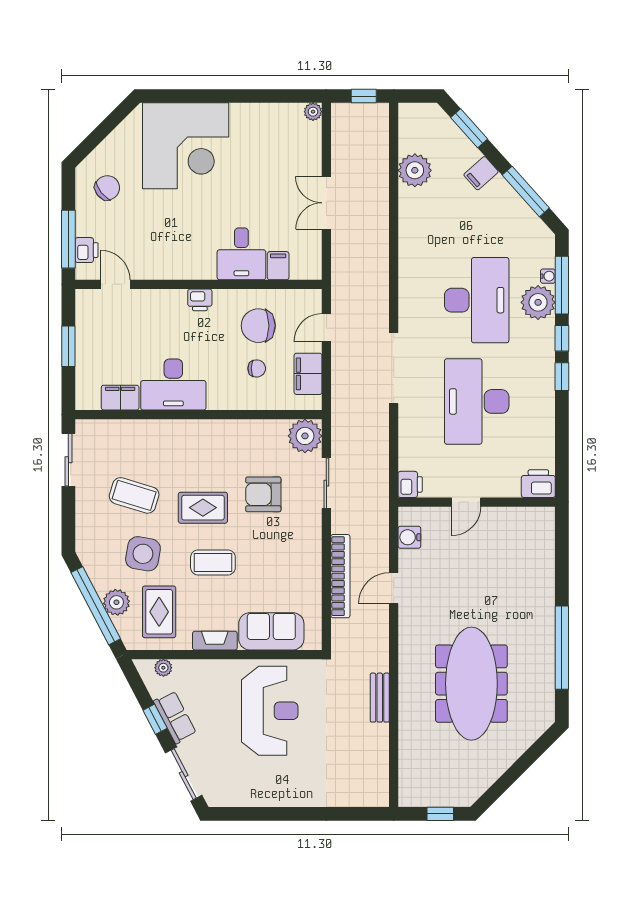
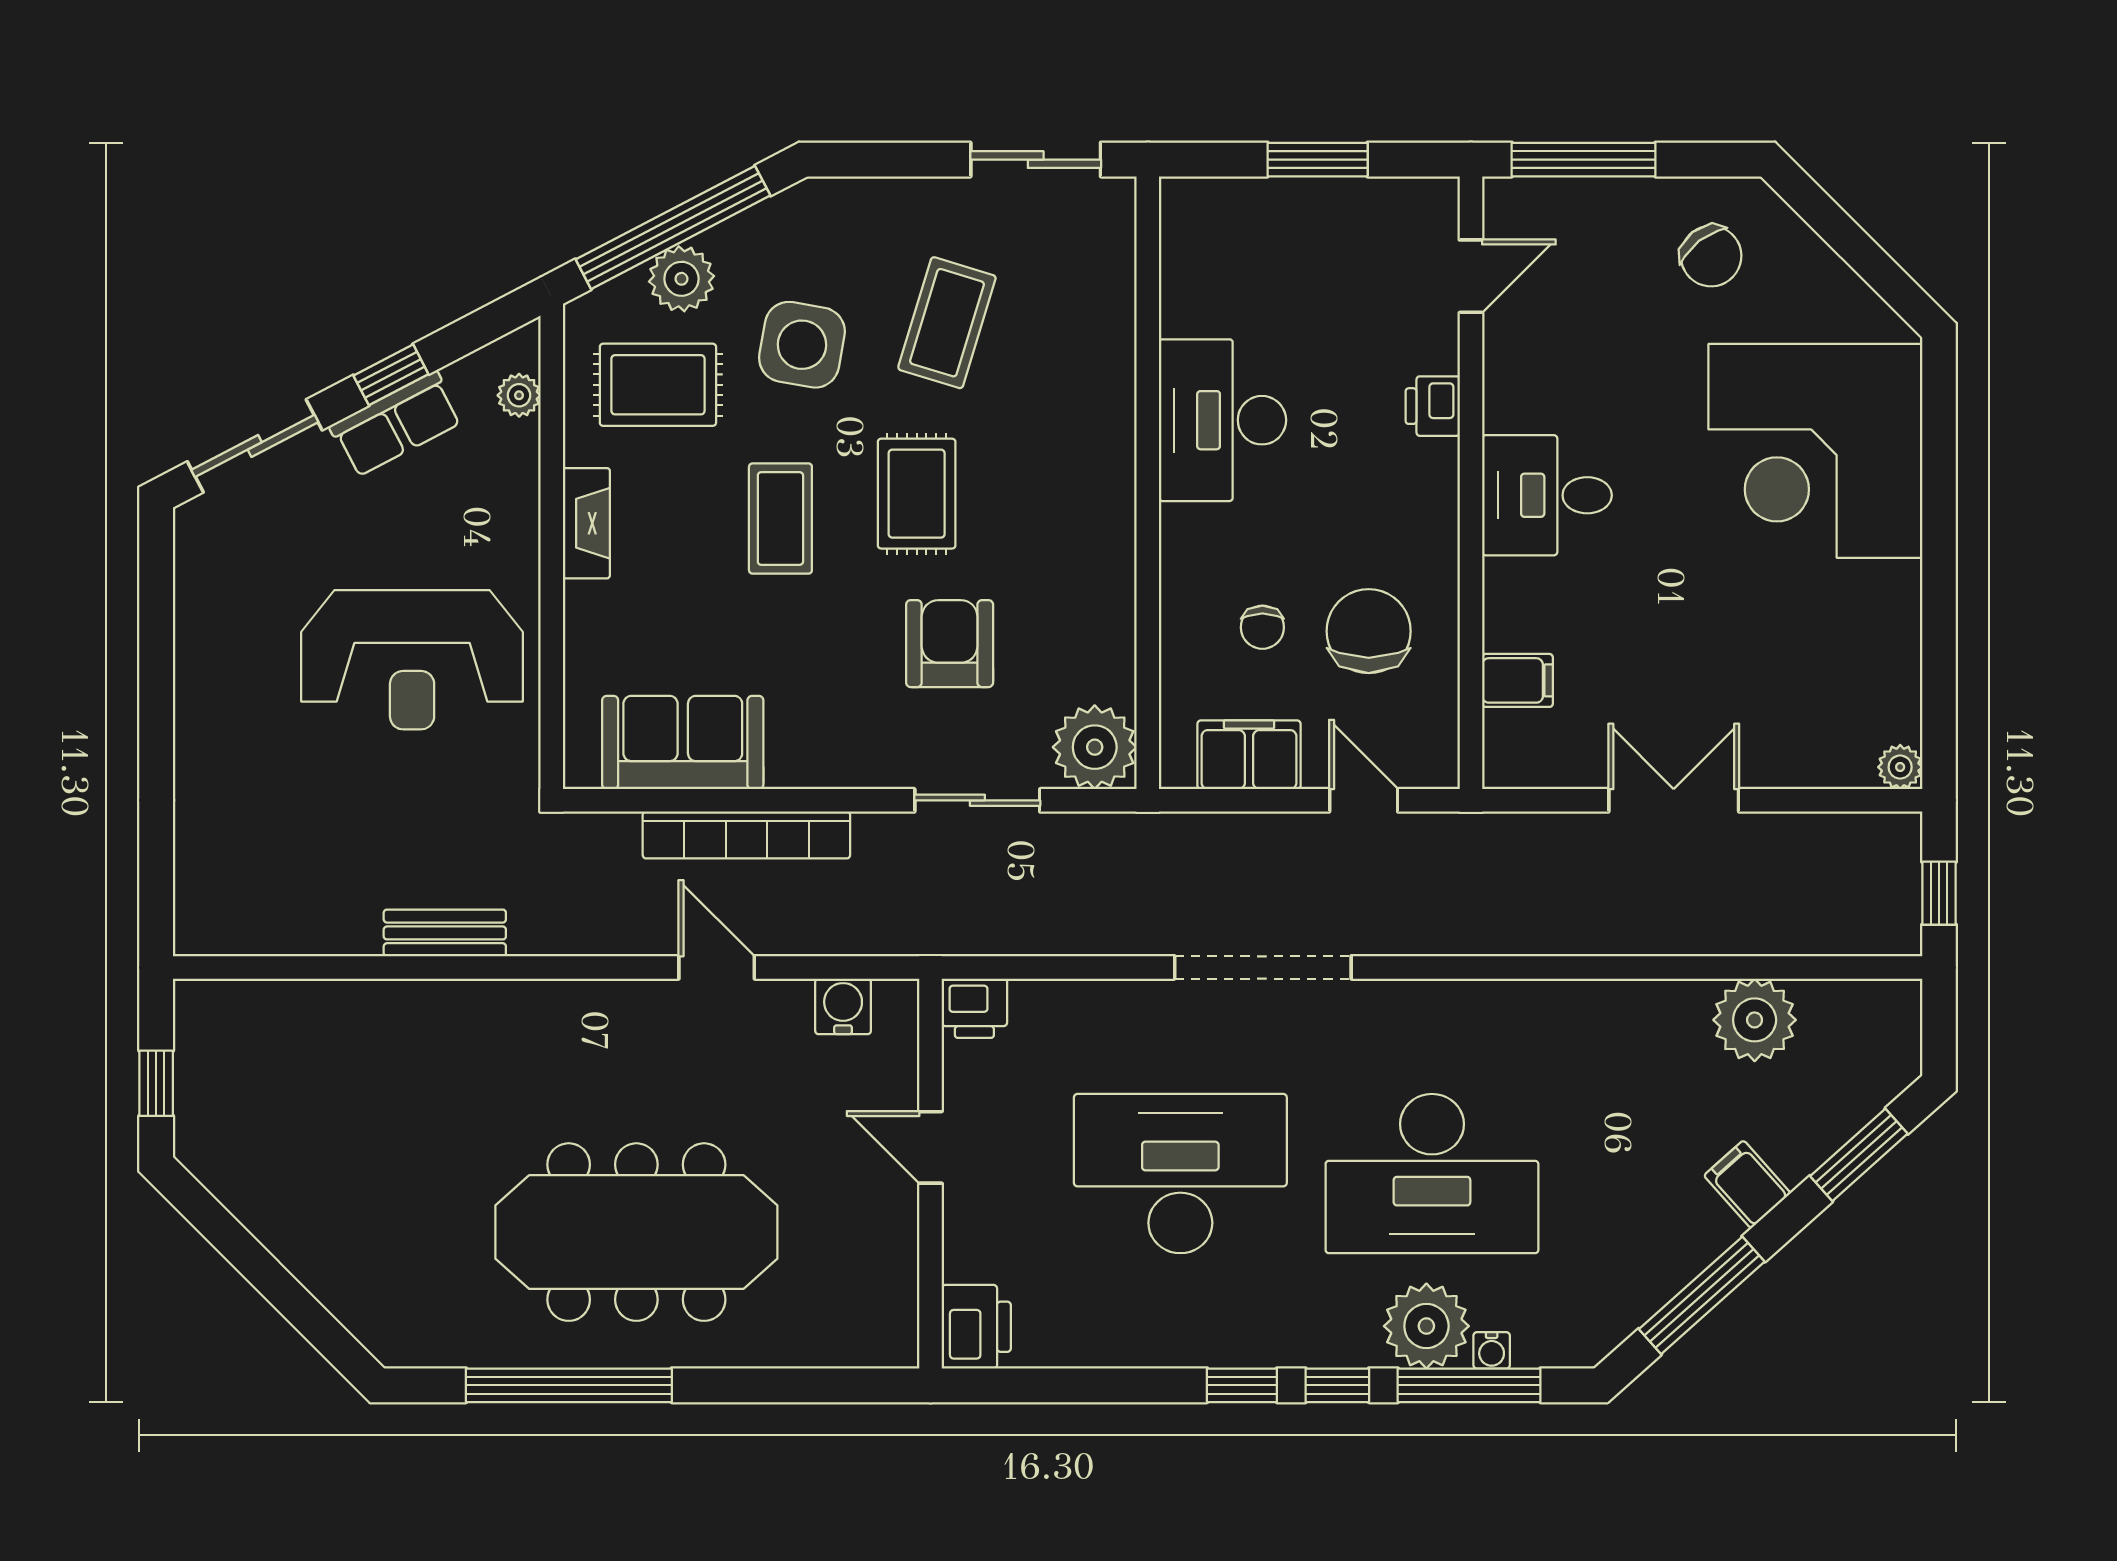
printer: (87, 250) -> (1556, 205), removed
desk: (241, 254) -> (1547, 495), moved
printer: (200, 300) -> (1433, 406), moved
filing cabinet: (120, 398) -> (1190, 288), removed
sofa: (271, 631) -> (683, 742), moved, turned -90
meeting table: (471, 684) -> (636, 1232), moved

